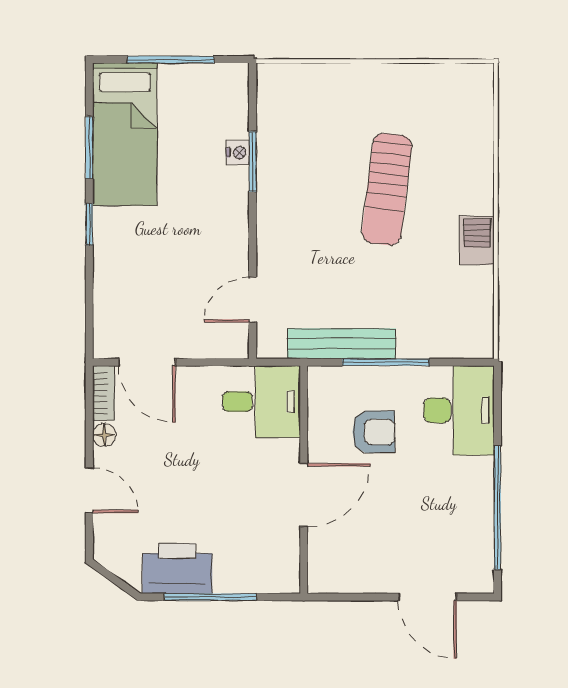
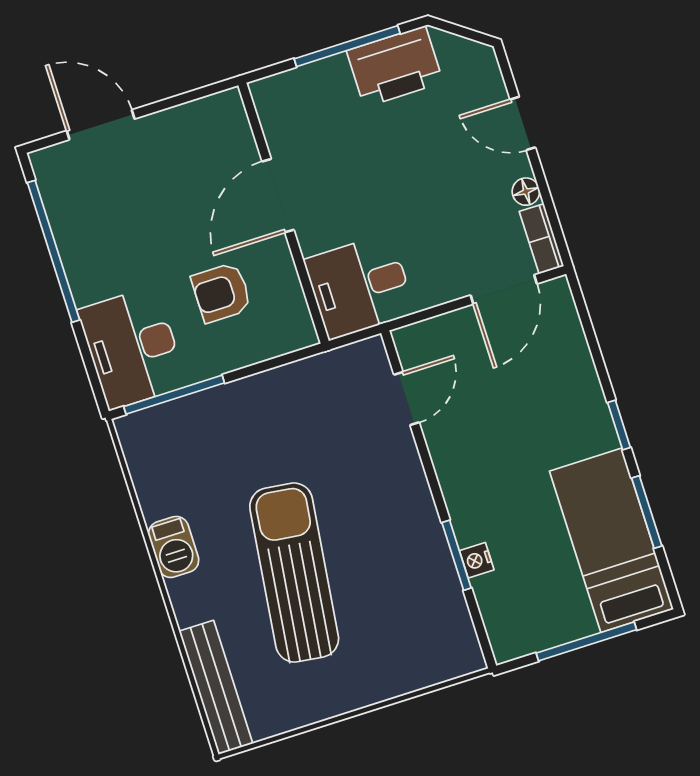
sun lounger: (387, 189) -> (294, 573), width x1.36, depth x1.34
bench: (342, 344) -> (216, 687), moved, turned 90
door: (147, 362) -> (504, 289), swing flipped
window: (386, 362) -> (174, 395), moved

